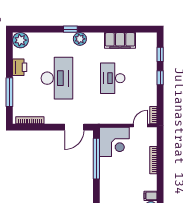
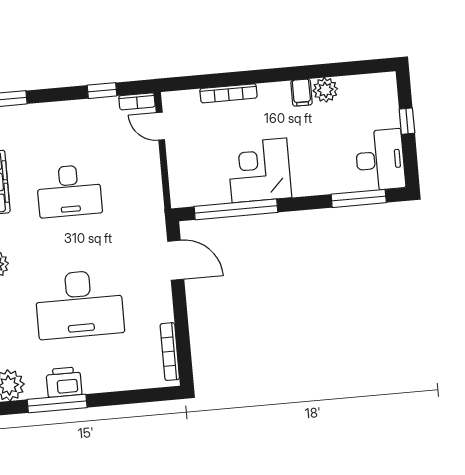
desk: (57, 78) -> (79, 304), turned 180
window: (160, 78) -> (102, 91), moved
window: (9, 92) -> (57, 404), moved
corner desk: (114, 142) -> (259, 170), moved, turned -90

